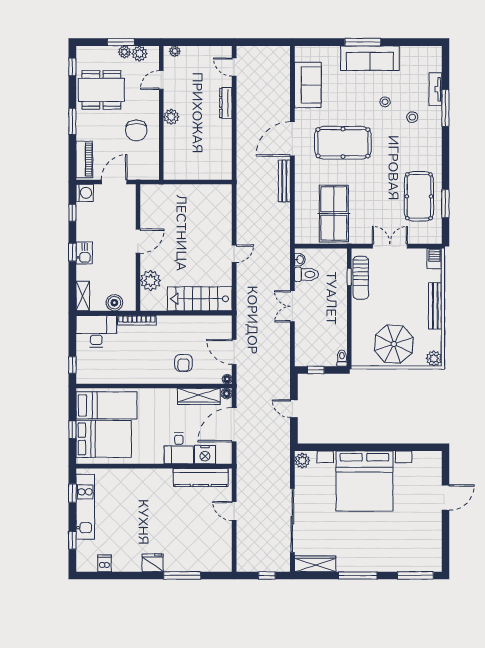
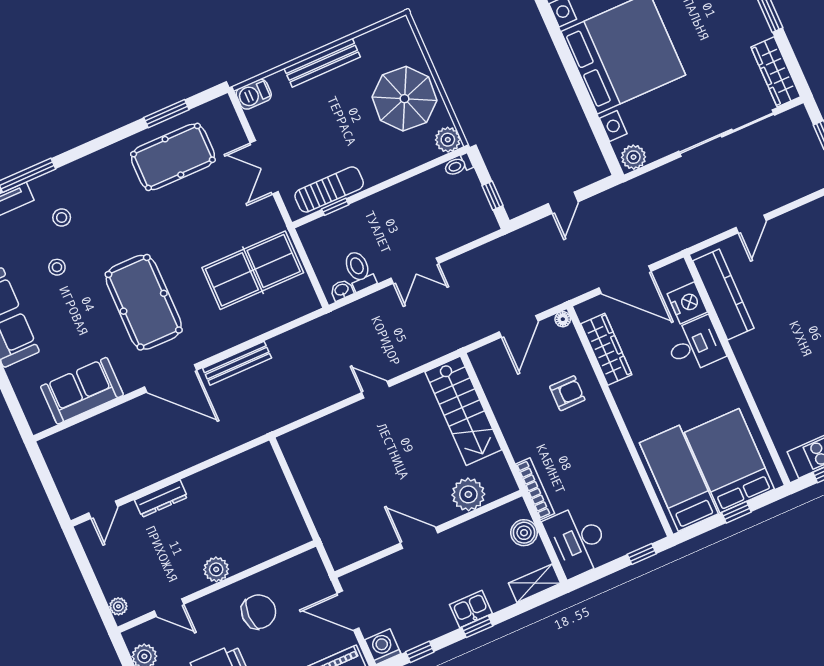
plant: (434, 358) -> (448, 140), moved
floor lamp: (227, 394) -> (584, 311), removed

